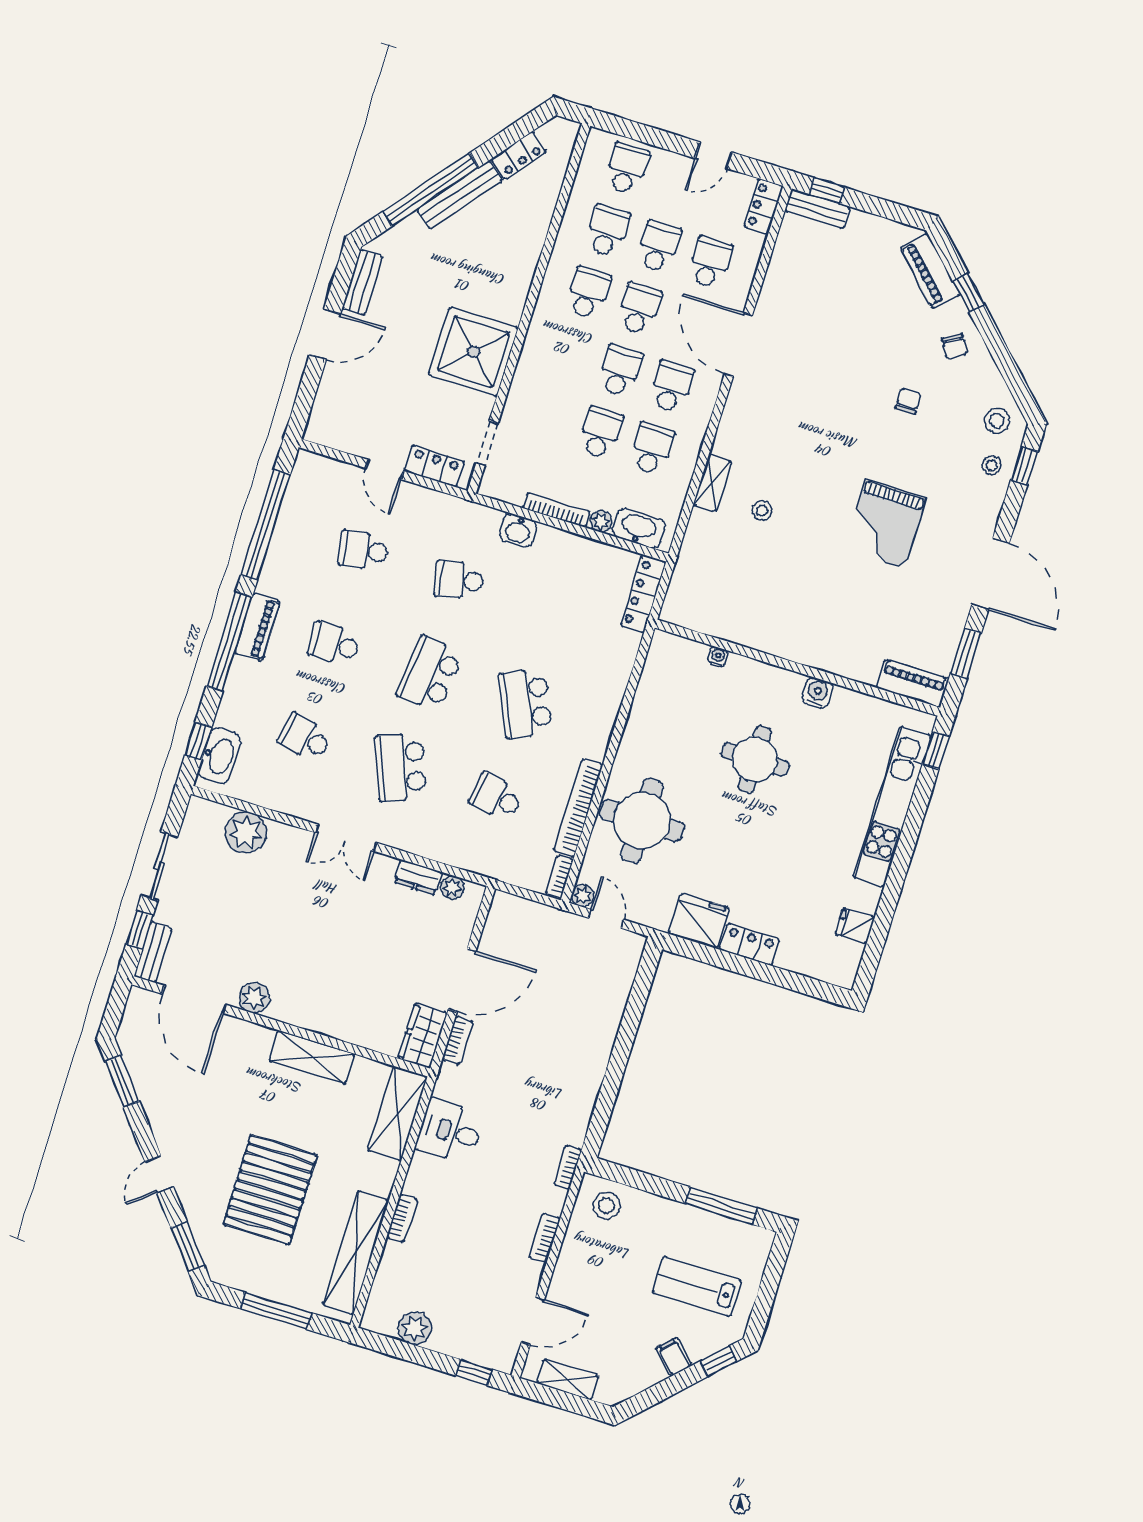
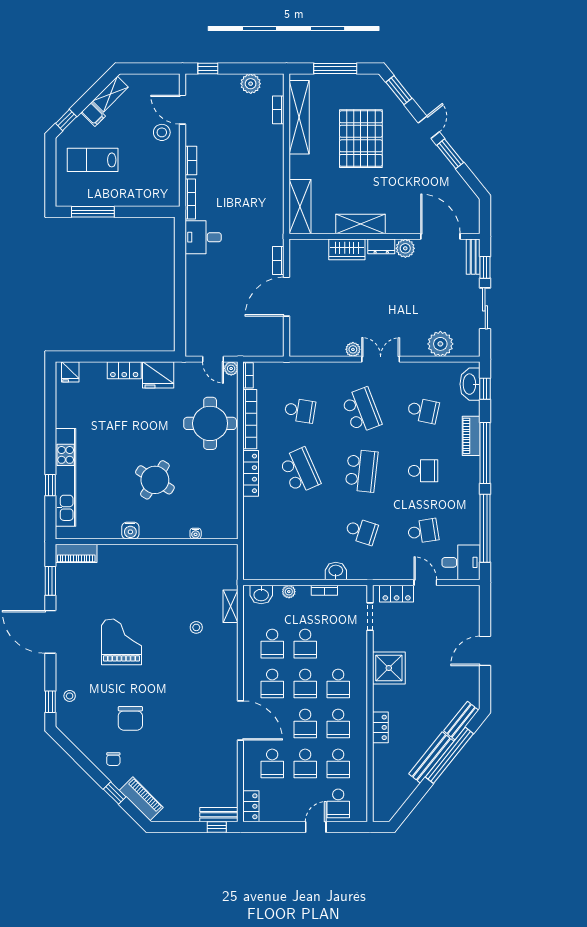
locker: (519, 155) -> (380, 727), moved, turned 141
door: (713, 155) -> (316, 827), moved
bench: (362, 283) -> (461, 721), moved, turned 39
chair: (954, 346) -> (113, 759), turned -150
shower: (473, 352) -> (389, 668), width x0.73, depth x0.73
school desk: (569, 355) -> (338, 684), added
chair: (908, 401) -> (130, 718), width x1.87, depth x1.87
stool: (997, 421) -> (75, 723), removed
desk: (320, 483) -> (461, 562), added
shelving: (712, 483) -> (230, 606), moved
bookcase: (556, 510) -> (324, 590), width x0.64
washbasin: (639, 528) -> (261, 594), width x0.72
school desk: (459, 580) -> (361, 531), turned 30
locker: (643, 594) -> (251, 473), moved
piano: (258, 627) -> (471, 436), moved
window: (936, 750) -> (50, 485), moved
round table: (755, 759) -> (155, 480), turned 32
dresser: (418, 877) -> (381, 246), moved, turned 180
plant: (452, 887) -> (353, 349), moved
fridge: (855, 926) -> (70, 372), moved, turned 90
wardrobe: (423, 1036) -> (347, 249), moved, turned 90
window: (122, 1081) -> (450, 154), moved
desk: (450, 1131) -> (203, 237), moved, turned 180
bookcase: (568, 1167) -> (190, 199), width x1.56
stool: (607, 1206) -> (162, 132), moved
bookcase: (402, 1218) -> (278, 110), moved
lab bench: (697, 1286) -> (93, 160), turned 180
door: (533, 1321) -> (182, 110), hinge flipped
shelving: (568, 1379) -> (110, 94), moved, turned -45

